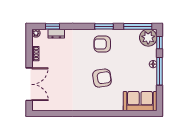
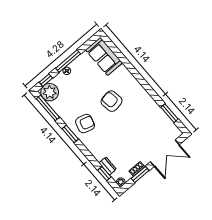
armchair: (102, 44) -> (85, 124), turned -74
window: (29, 52) -> (140, 175), added
double door: (29, 84) -> (165, 153), swing flipped
window: (56, 113) -> (170, 113), added

